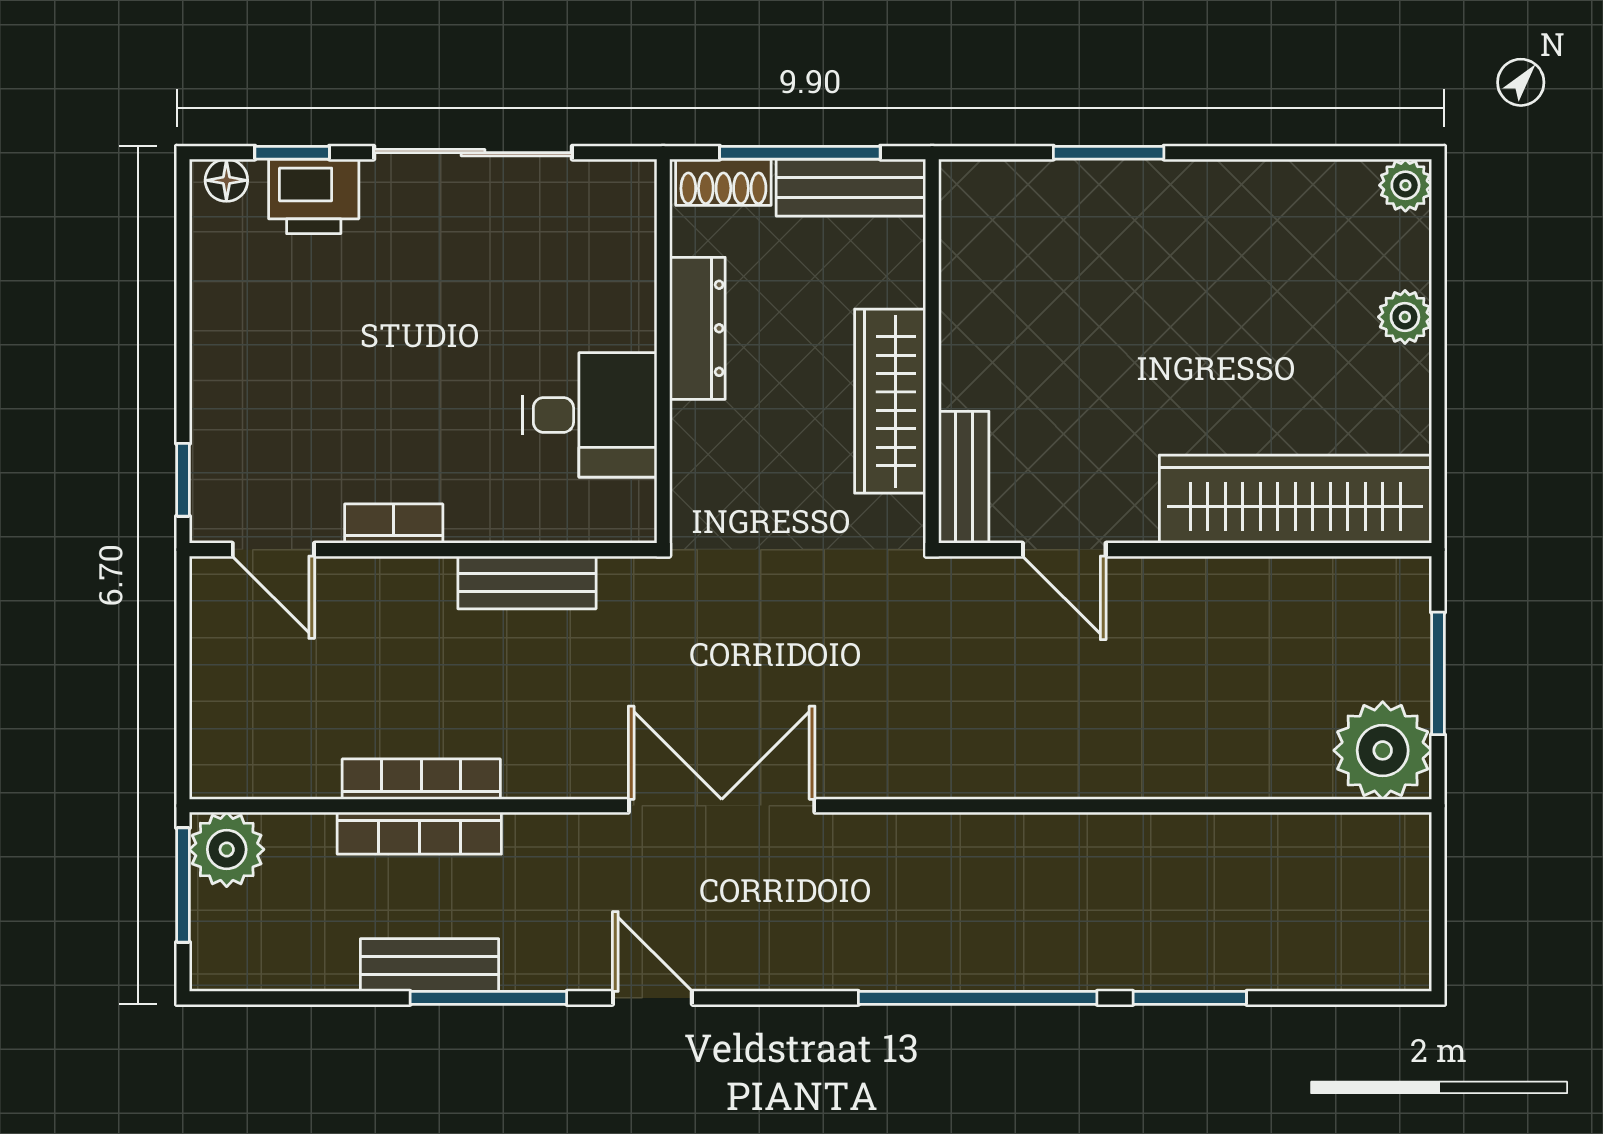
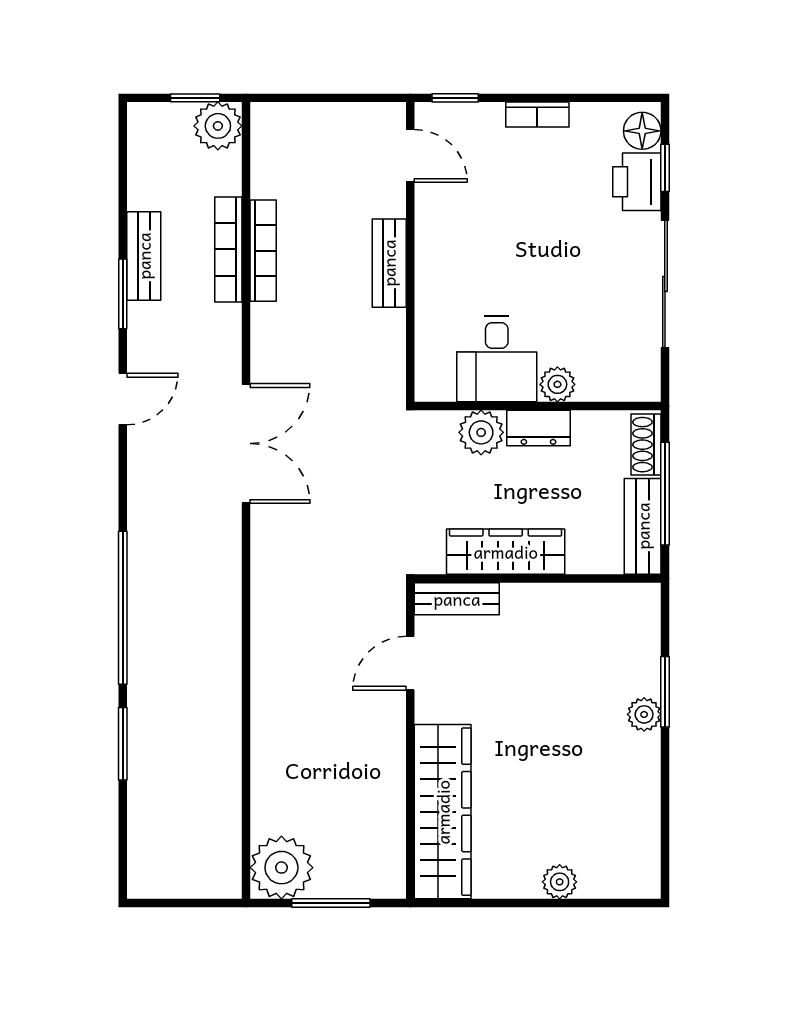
floor lamp: (226, 180) -> (642, 131), width x1.37, depth x1.37
plant: (1405, 185) -> (644, 714), moved
plant: (630, 320) -> (557, 384), added
dresser: (697, 328) -> (538, 428), width x0.70
plant: (704, 439) -> (481, 432), added
bookcase: (394, 524) -> (537, 115), moved, turned 90
door: (273, 550) -> (410, 156), swing flipped
bench: (527, 582) -> (389, 263), moved
window: (183, 885) -> (195, 98), width x0.67
window: (488, 998) -> (123, 294), width x0.69

